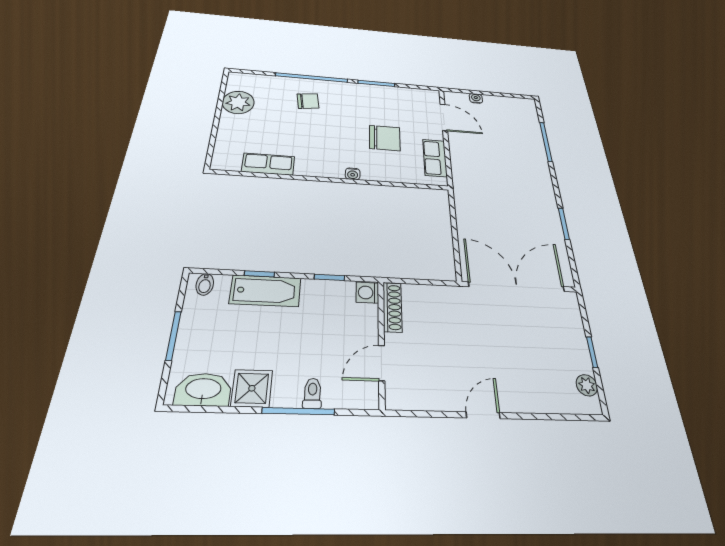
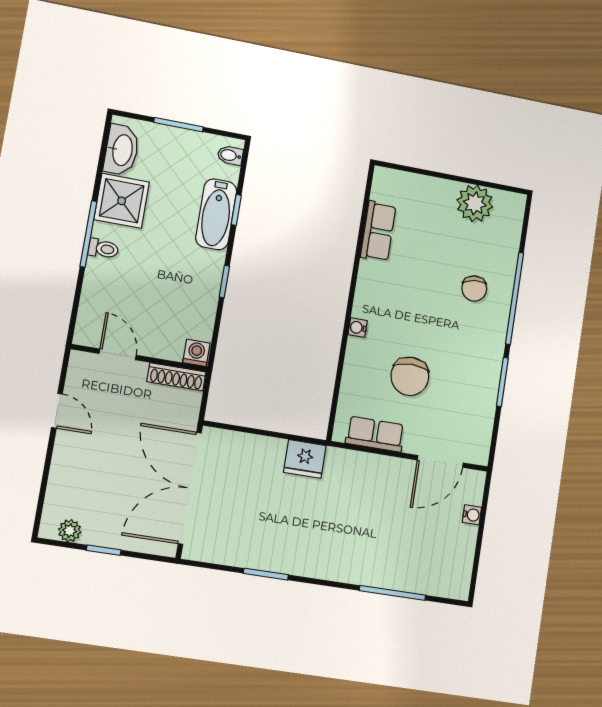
fridge: (467, 203) -> (305, 459), added
double door: (517, 287) -> (190, 488), swing flipped
washing machine: (367, 293) -> (196, 353), moved
shoe rack: (392, 307) -> (176, 377), moved
wall: (381, 342) -> (140, 358), moved
door: (382, 363) -> (118, 354), moved
shower: (252, 388) -> (122, 201), width x1.36, depth x1.36

